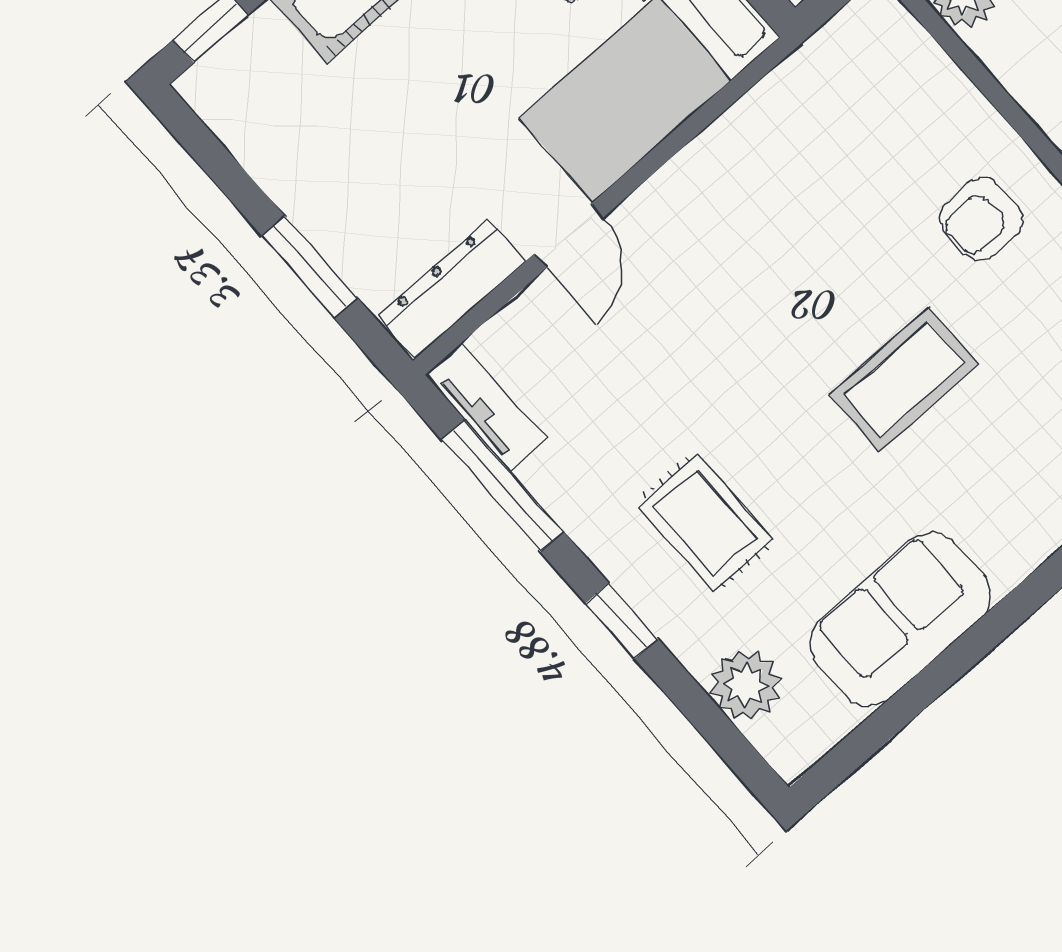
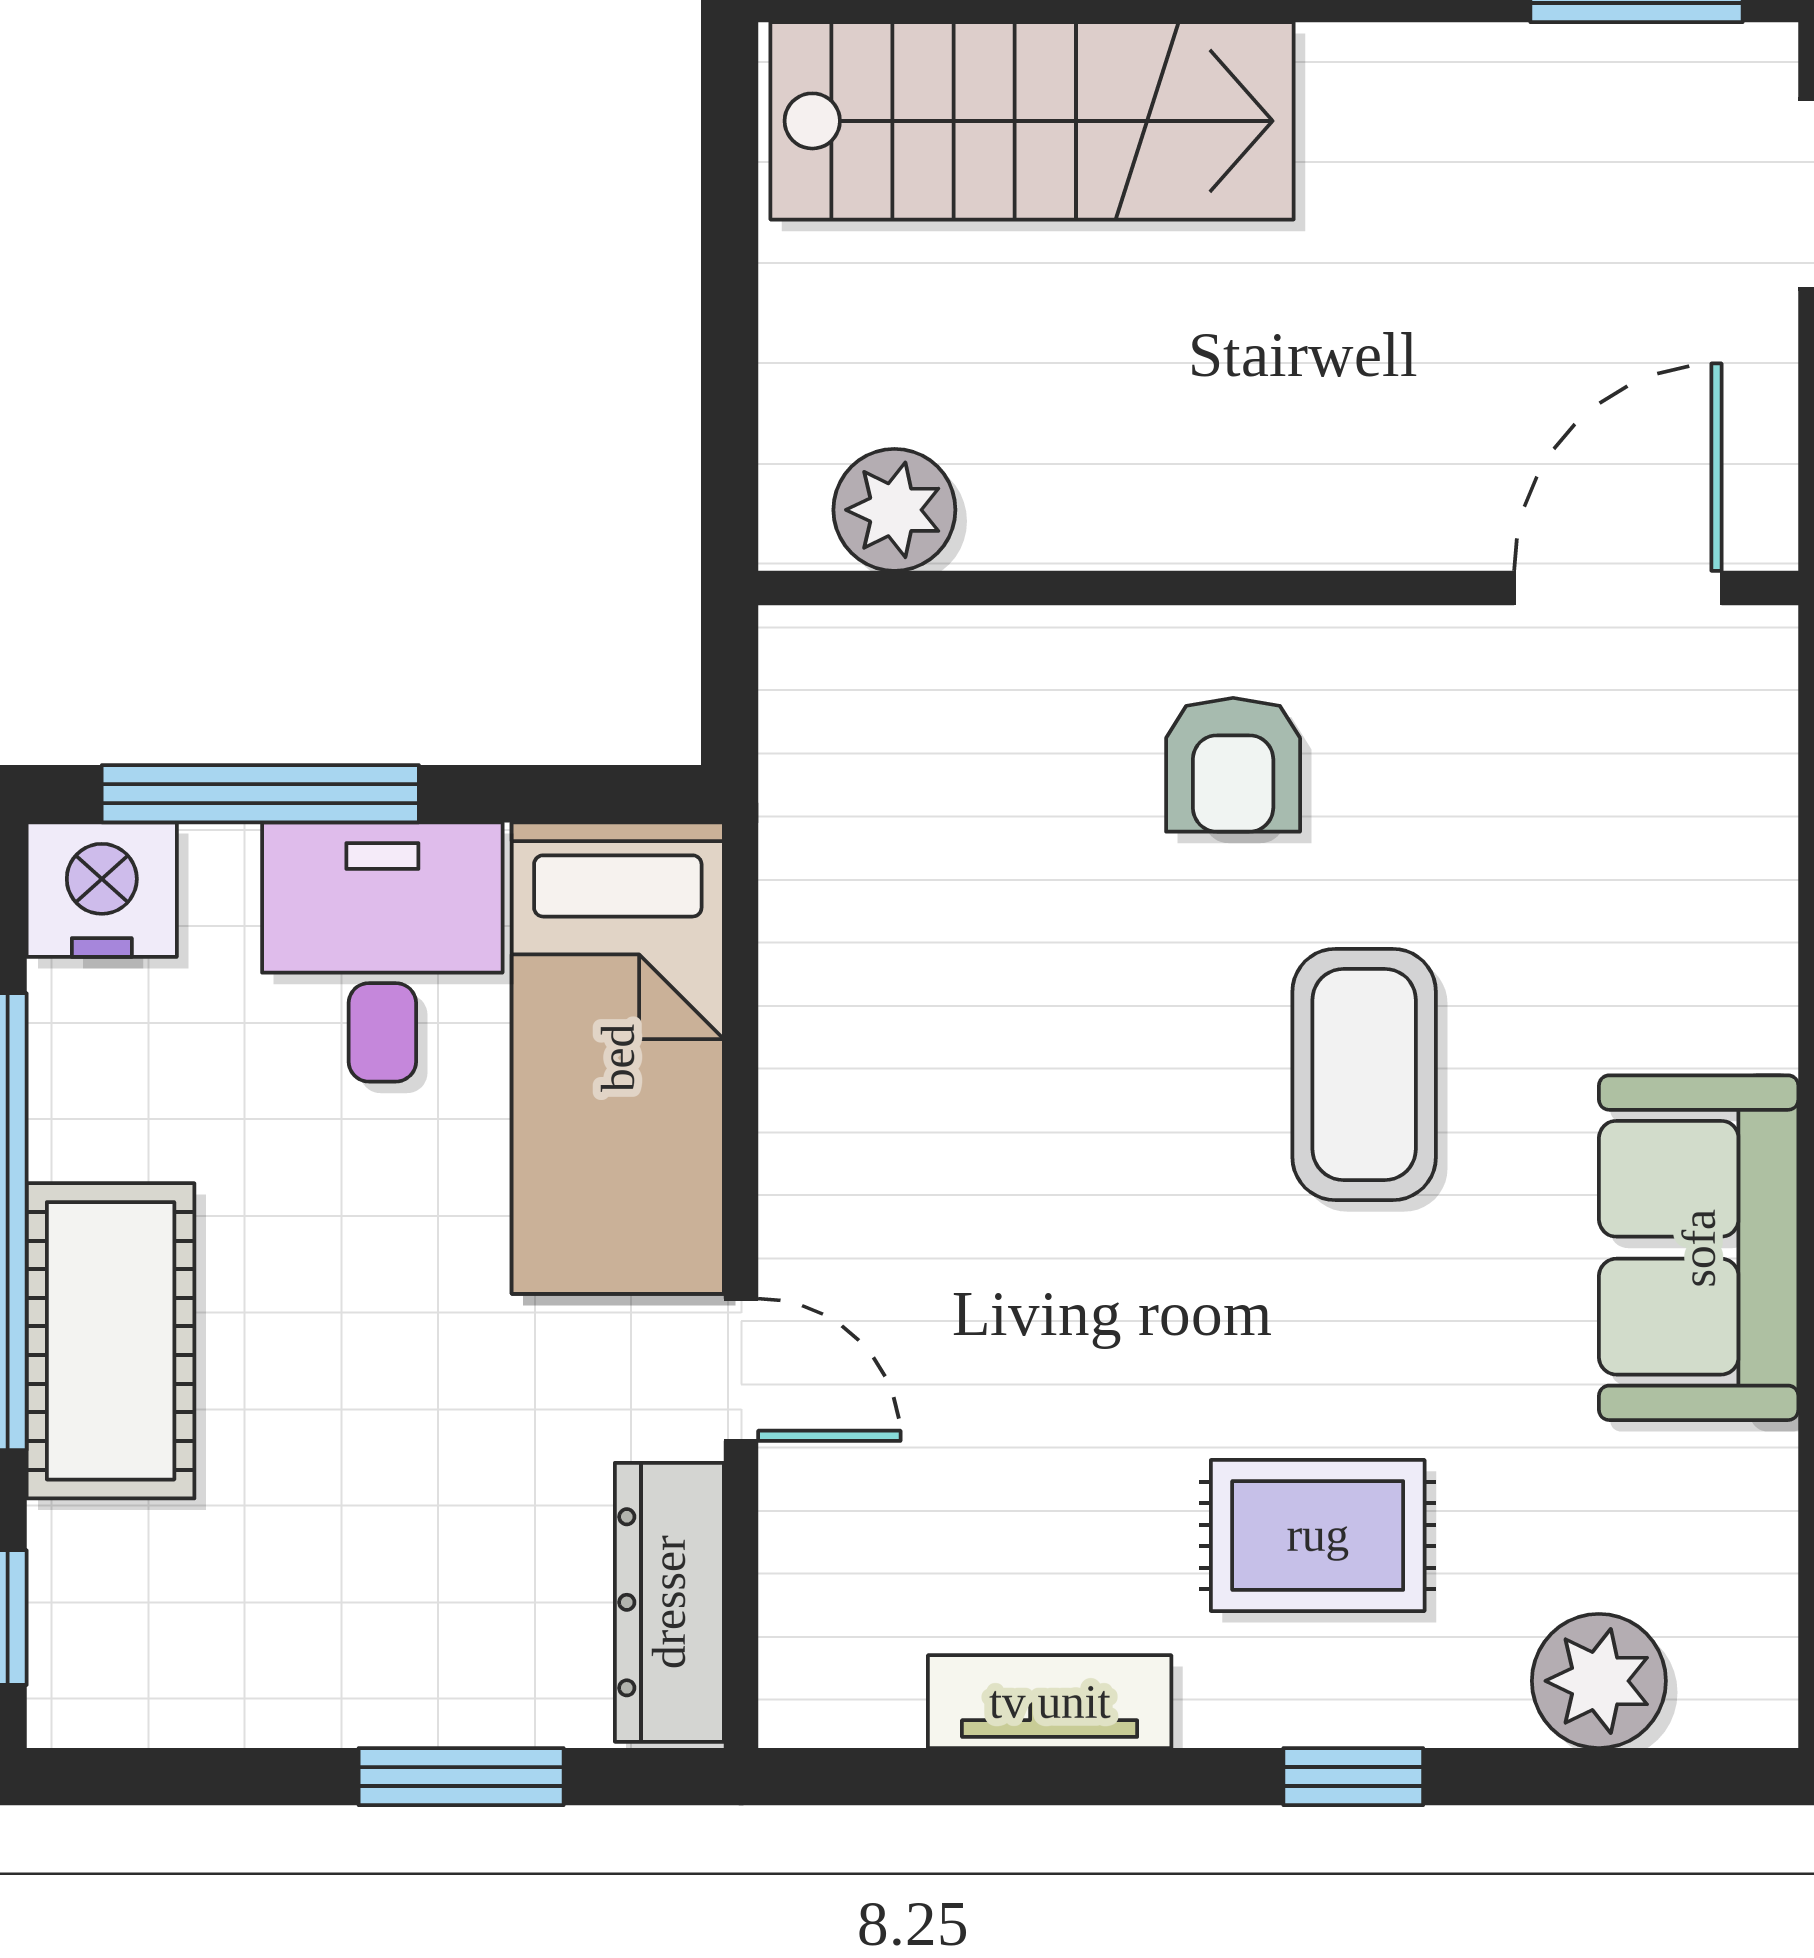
tv unit: (486, 407) -> (1050, 1702), moved
window: (503, 486) -> (1013, 1777), removed
sofa: (900, 619) -> (1699, 1248), moved

